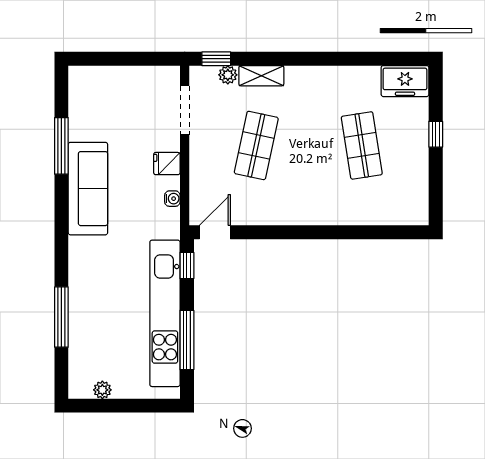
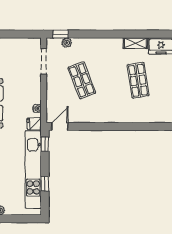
shelving: (261, 76) -> (135, 43), moved
shop shelf: (256, 145) -> (82, 80), turned -33
fridge: (167, 164) -> (34, 124), moved
window: (187, 340) -> (45, 184), width x0.46

